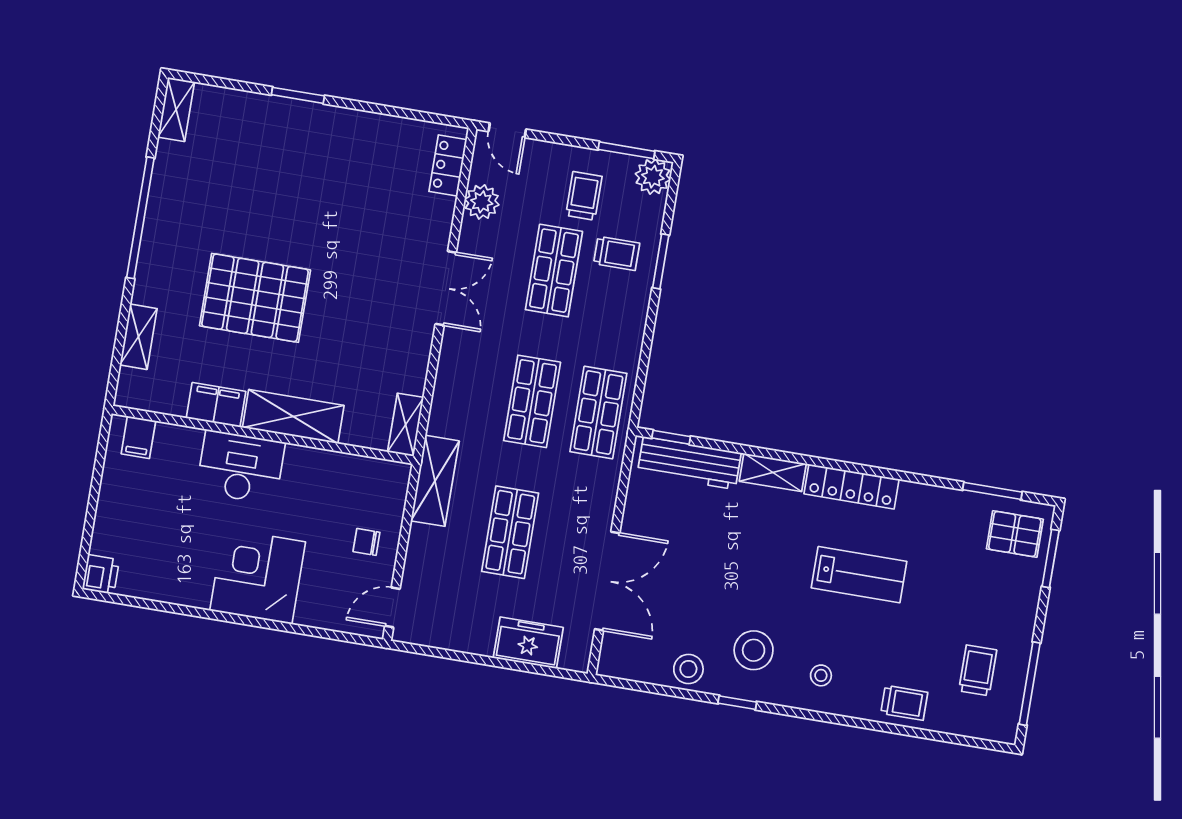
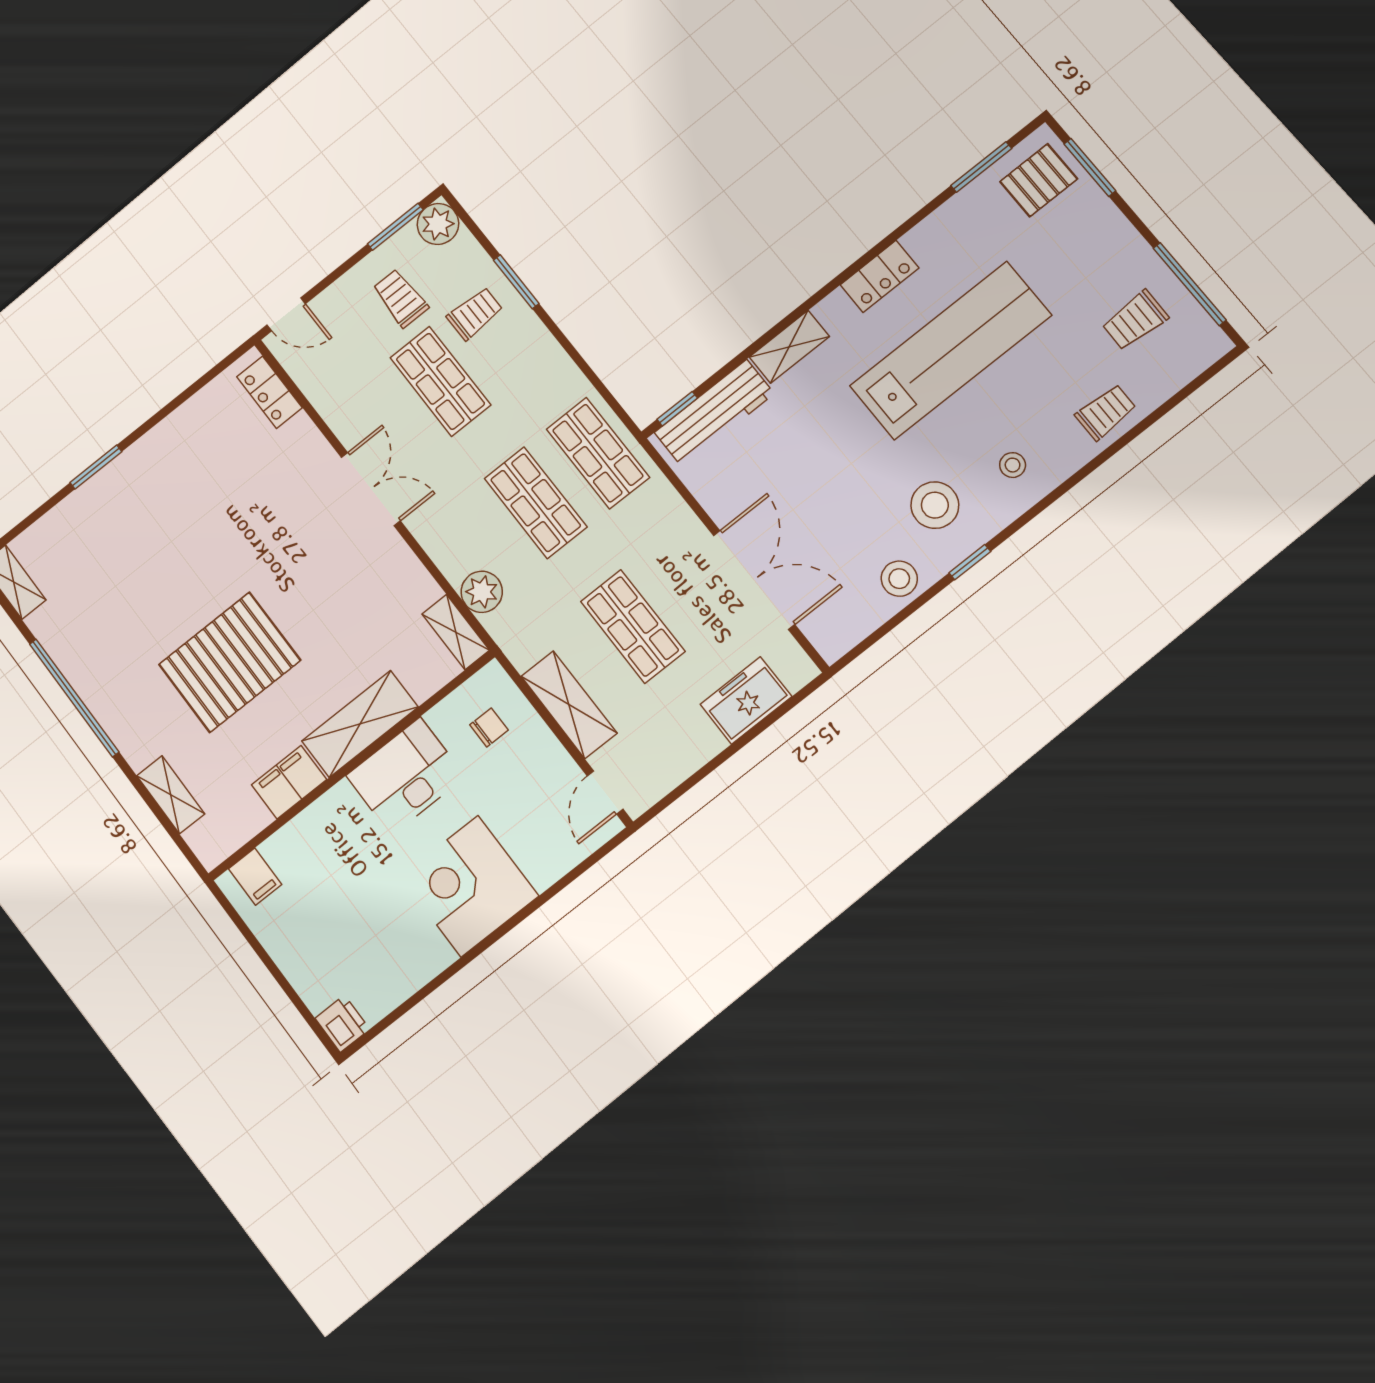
plant: (482, 202) -> (482, 592), moved
desk: (241, 467) -> (406, 776), moved
shelving: (435, 481) -> (569, 705), moved
locker: (852, 487) -> (880, 276), width x0.66
chair: (366, 542) -> (489, 727), moved, turned 180
lab bench: (859, 575) -> (951, 351), width x1.86, depth x1.39
trolley: (978, 670) -> (1135, 320), turned -89

